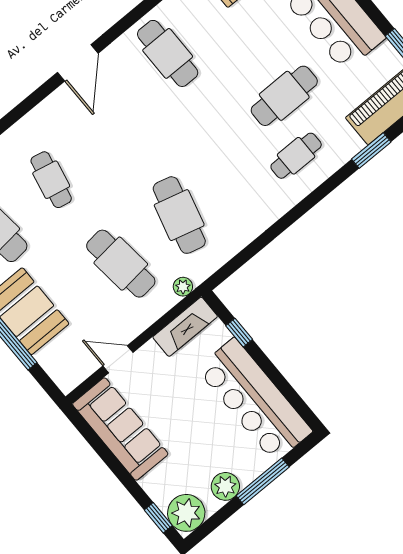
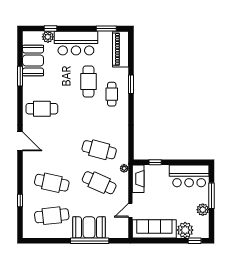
window: (371, 150) -> (131, 84), moved
cafe table: (51, 180) -> (52, 183), width x1.37, depth x1.35
cafe table: (121, 264) -> (99, 183), turned 30
bar counter: (254, 400) -> (189, 176), width x0.73
plant: (186, 513) -> (185, 230), moved

